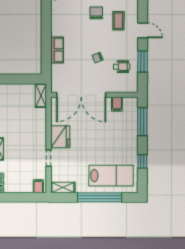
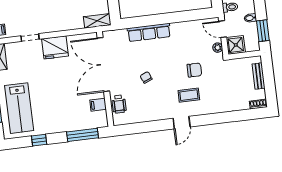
row of seats: (57, 50) -> (149, 32), width x1.48
window: (143, 62) -> (148, 127), removed
wheelchair: (122, 67) -> (119, 104), moved

